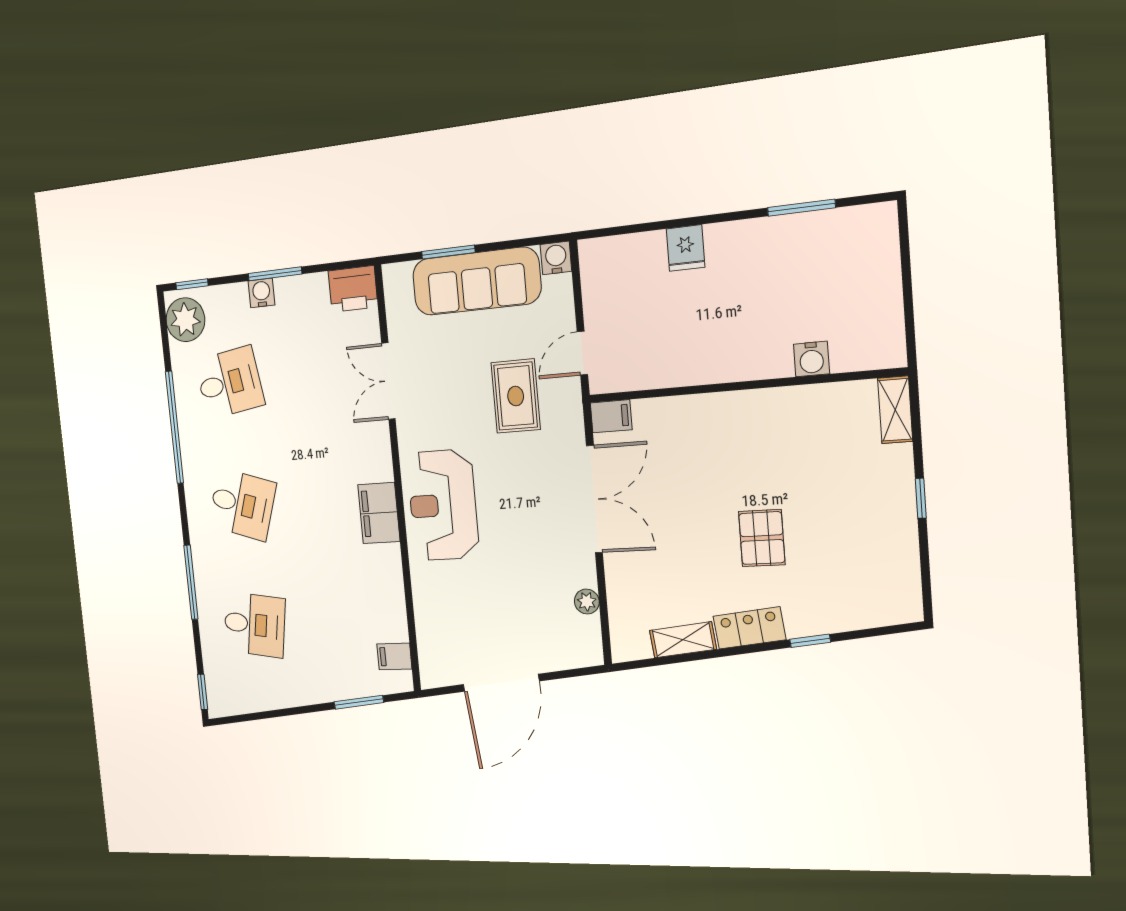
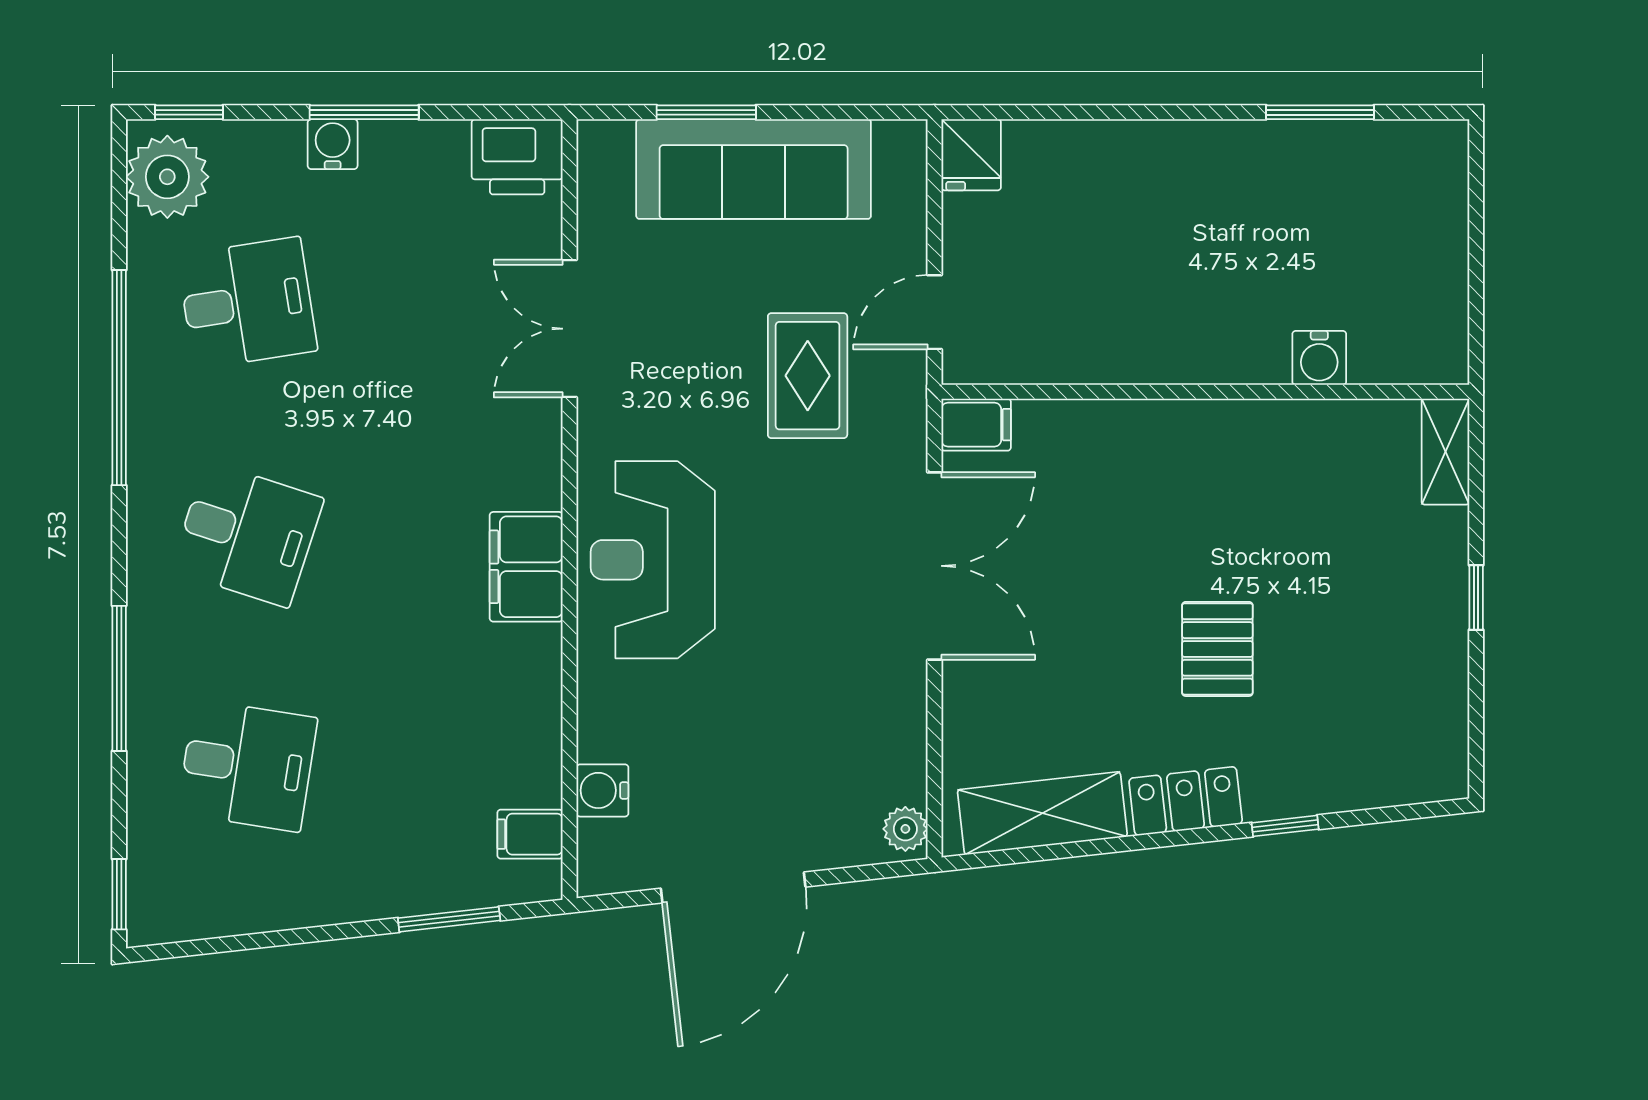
fridge: (686, 248) -> (971, 155), moved
water cooler: (556, 258) -> (602, 790), moved, turned -90
plant: (587, 602) -> (905, 829), moved
shelving: (683, 640) -> (1042, 813), width x1.50, depth x1.33

